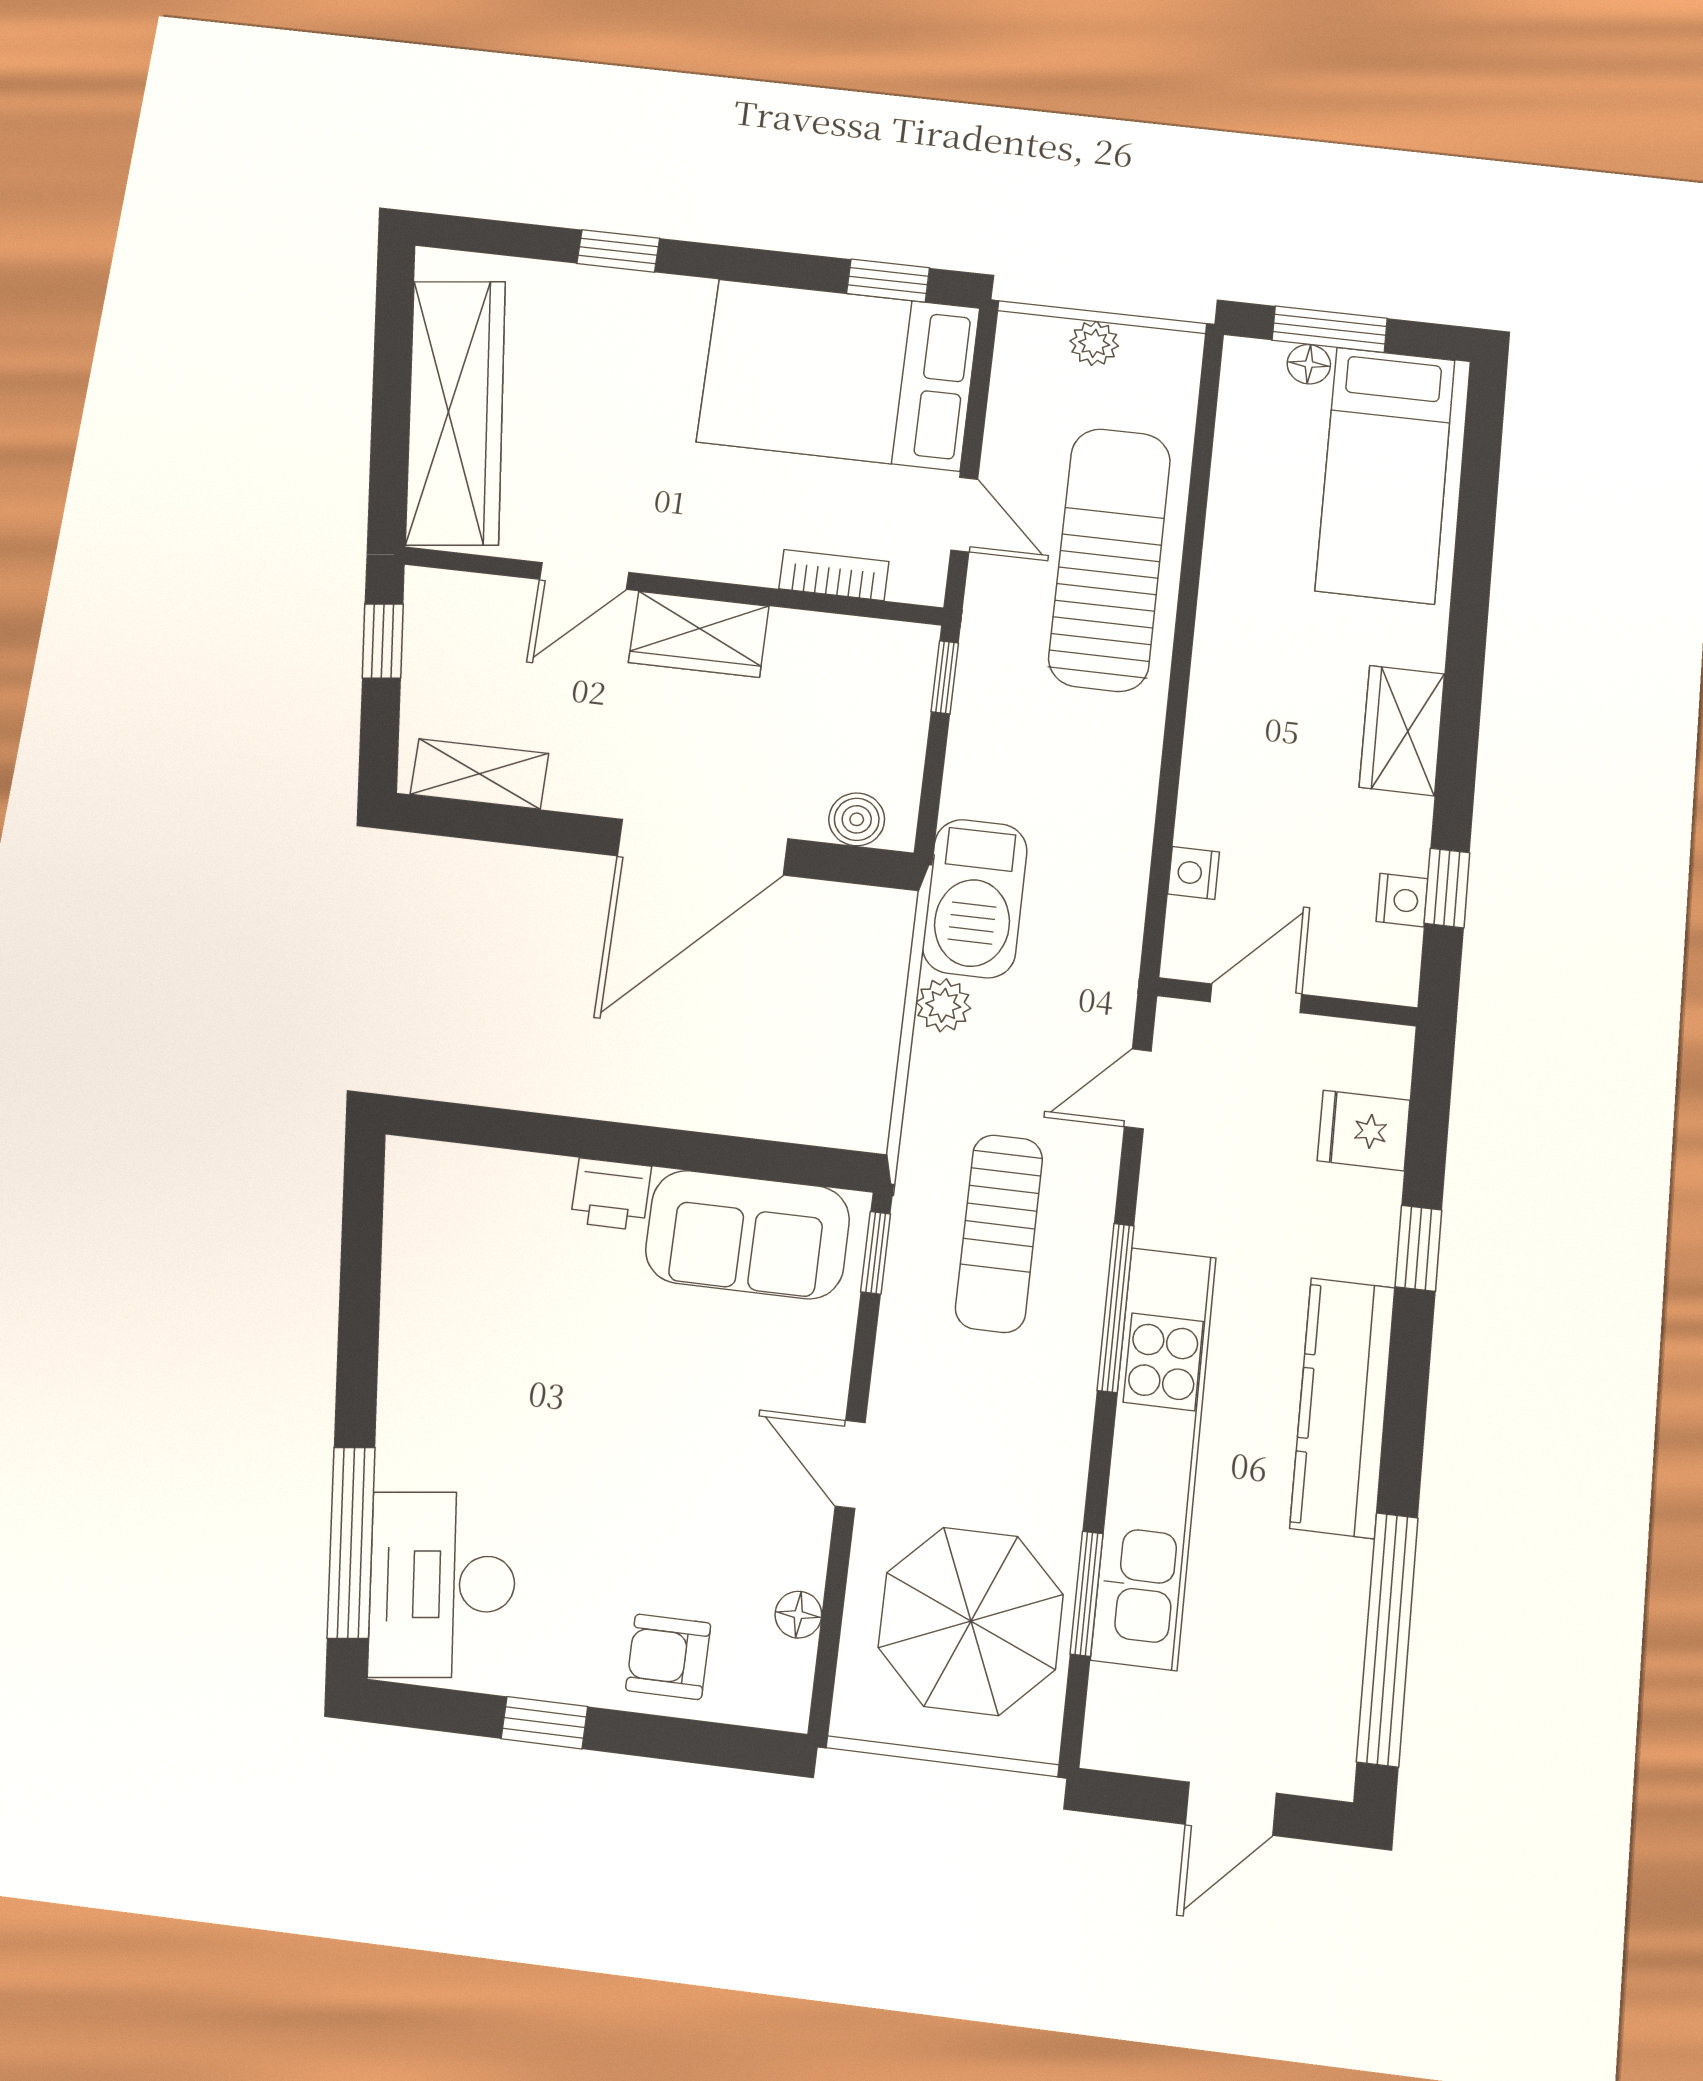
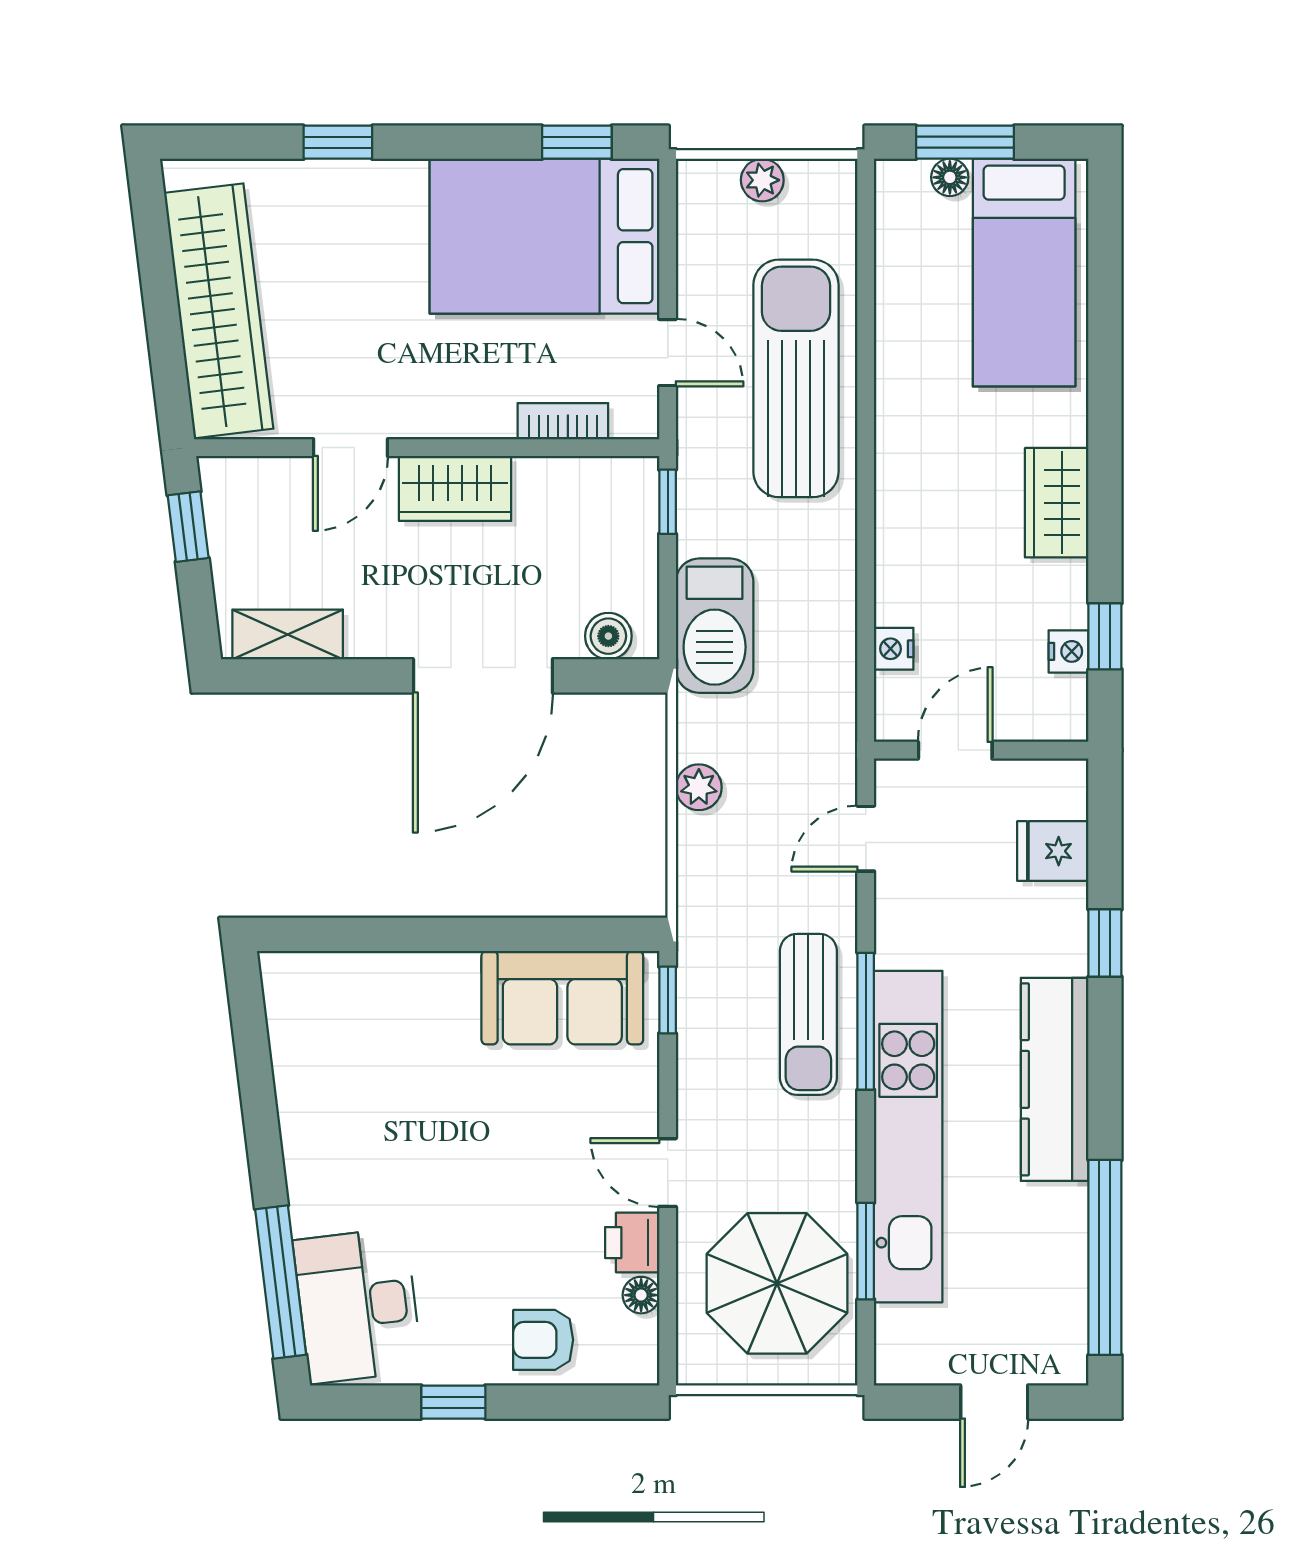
barbecue: (975, 898) -> (715, 626), moved
printer: (611, 1194) -> (632, 1243), moved, turned 90
sun lounger: (999, 1233) -> (808, 1014), moved

